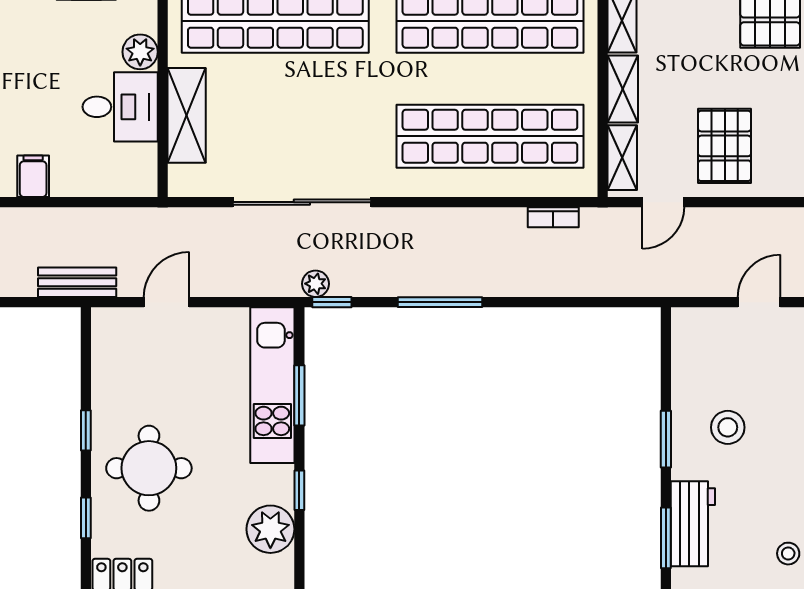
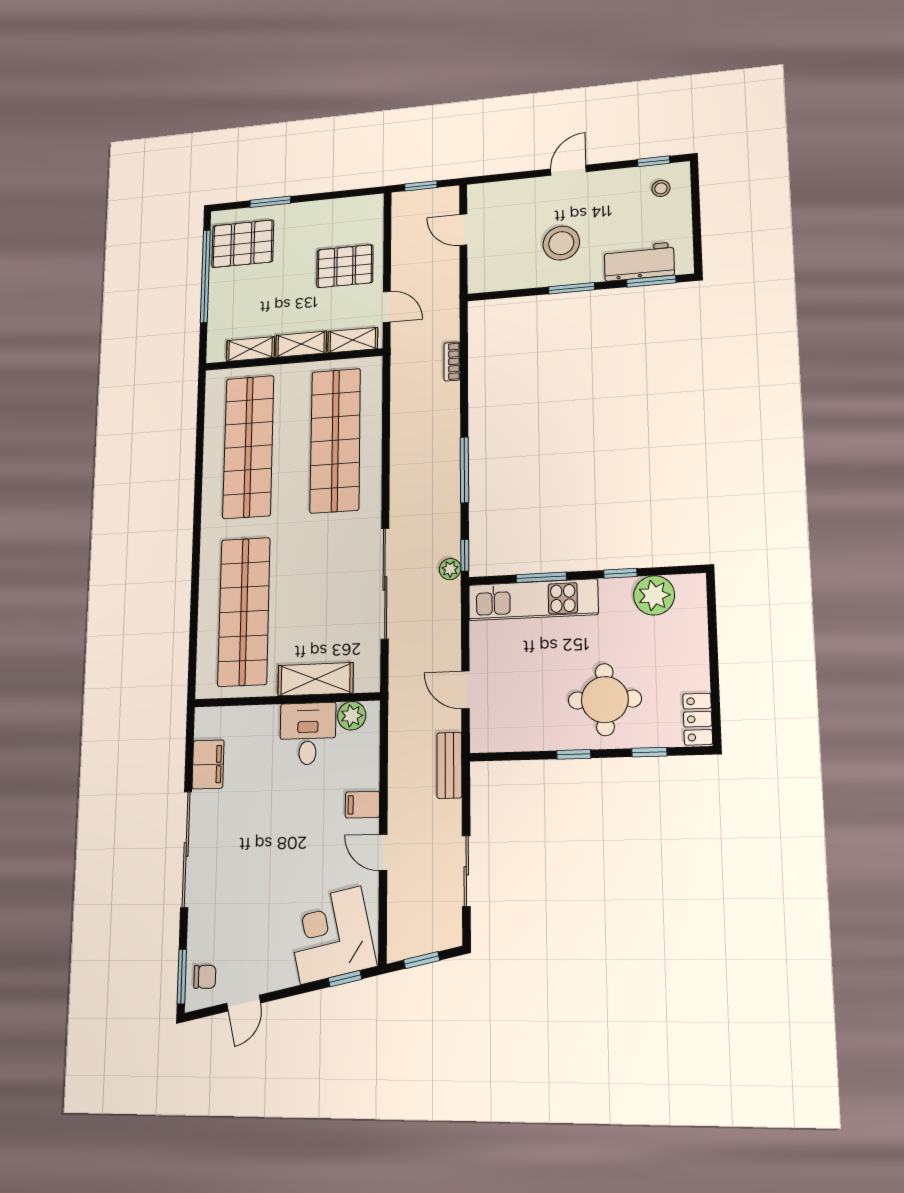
plant: (140, 52) -> (352, 716), moved
bookcase: (553, 217) -> (452, 361), moved, turned 180
stool: (728, 427) -> (561, 243), width x1.38, depth x1.38

